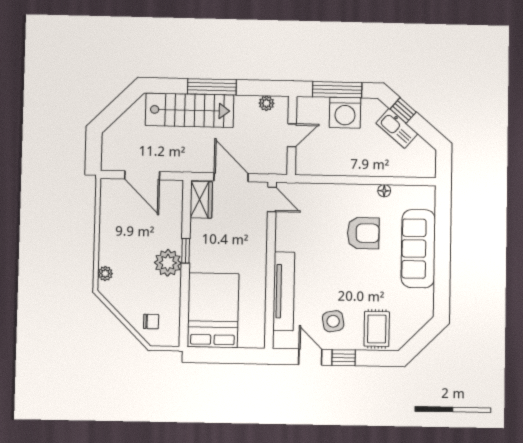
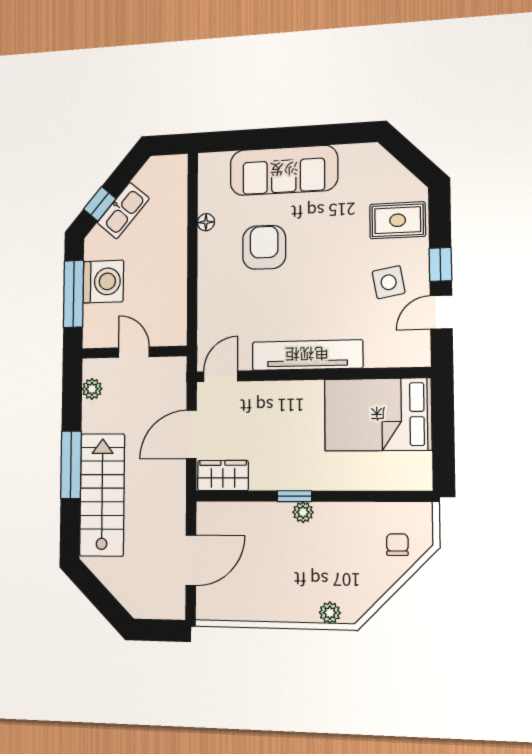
plant: (168, 263) -> (303, 512), width x0.53, depth x0.53
tv unit: (284, 291) -> (307, 355), moved
bed: (213, 310) -> (378, 415), moved

